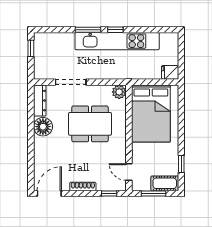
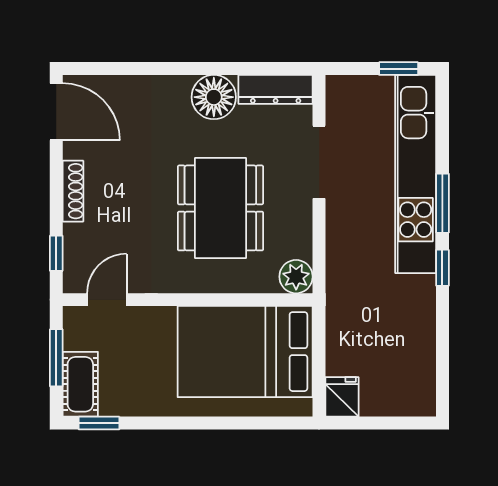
kitchen unit: (117, 41) -> (416, 174), moved
window: (181, 164) -> (99, 423), moved

